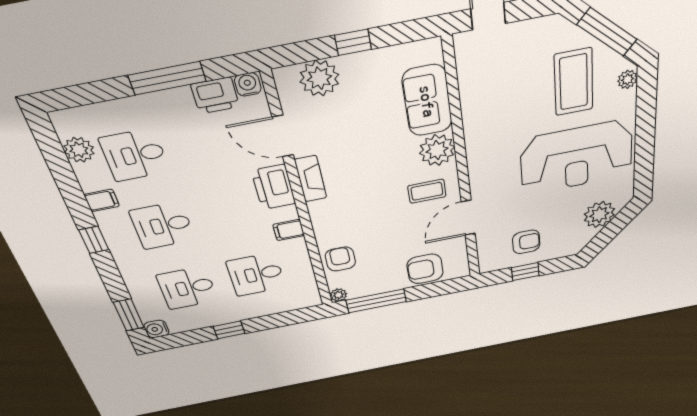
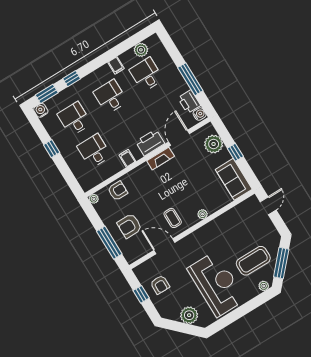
sofa: (427, 101) -> (234, 179), moved, turned -90
plant: (437, 150) -> (203, 214), width x0.53, depth x0.53
reception desk: (576, 157) -> (217, 284), turned 180
window: (94, 240) -> (72, 79), moved
armchair: (425, 269) -> (129, 226), moved, turned -90
window: (376, 301) -> (109, 243), moved

